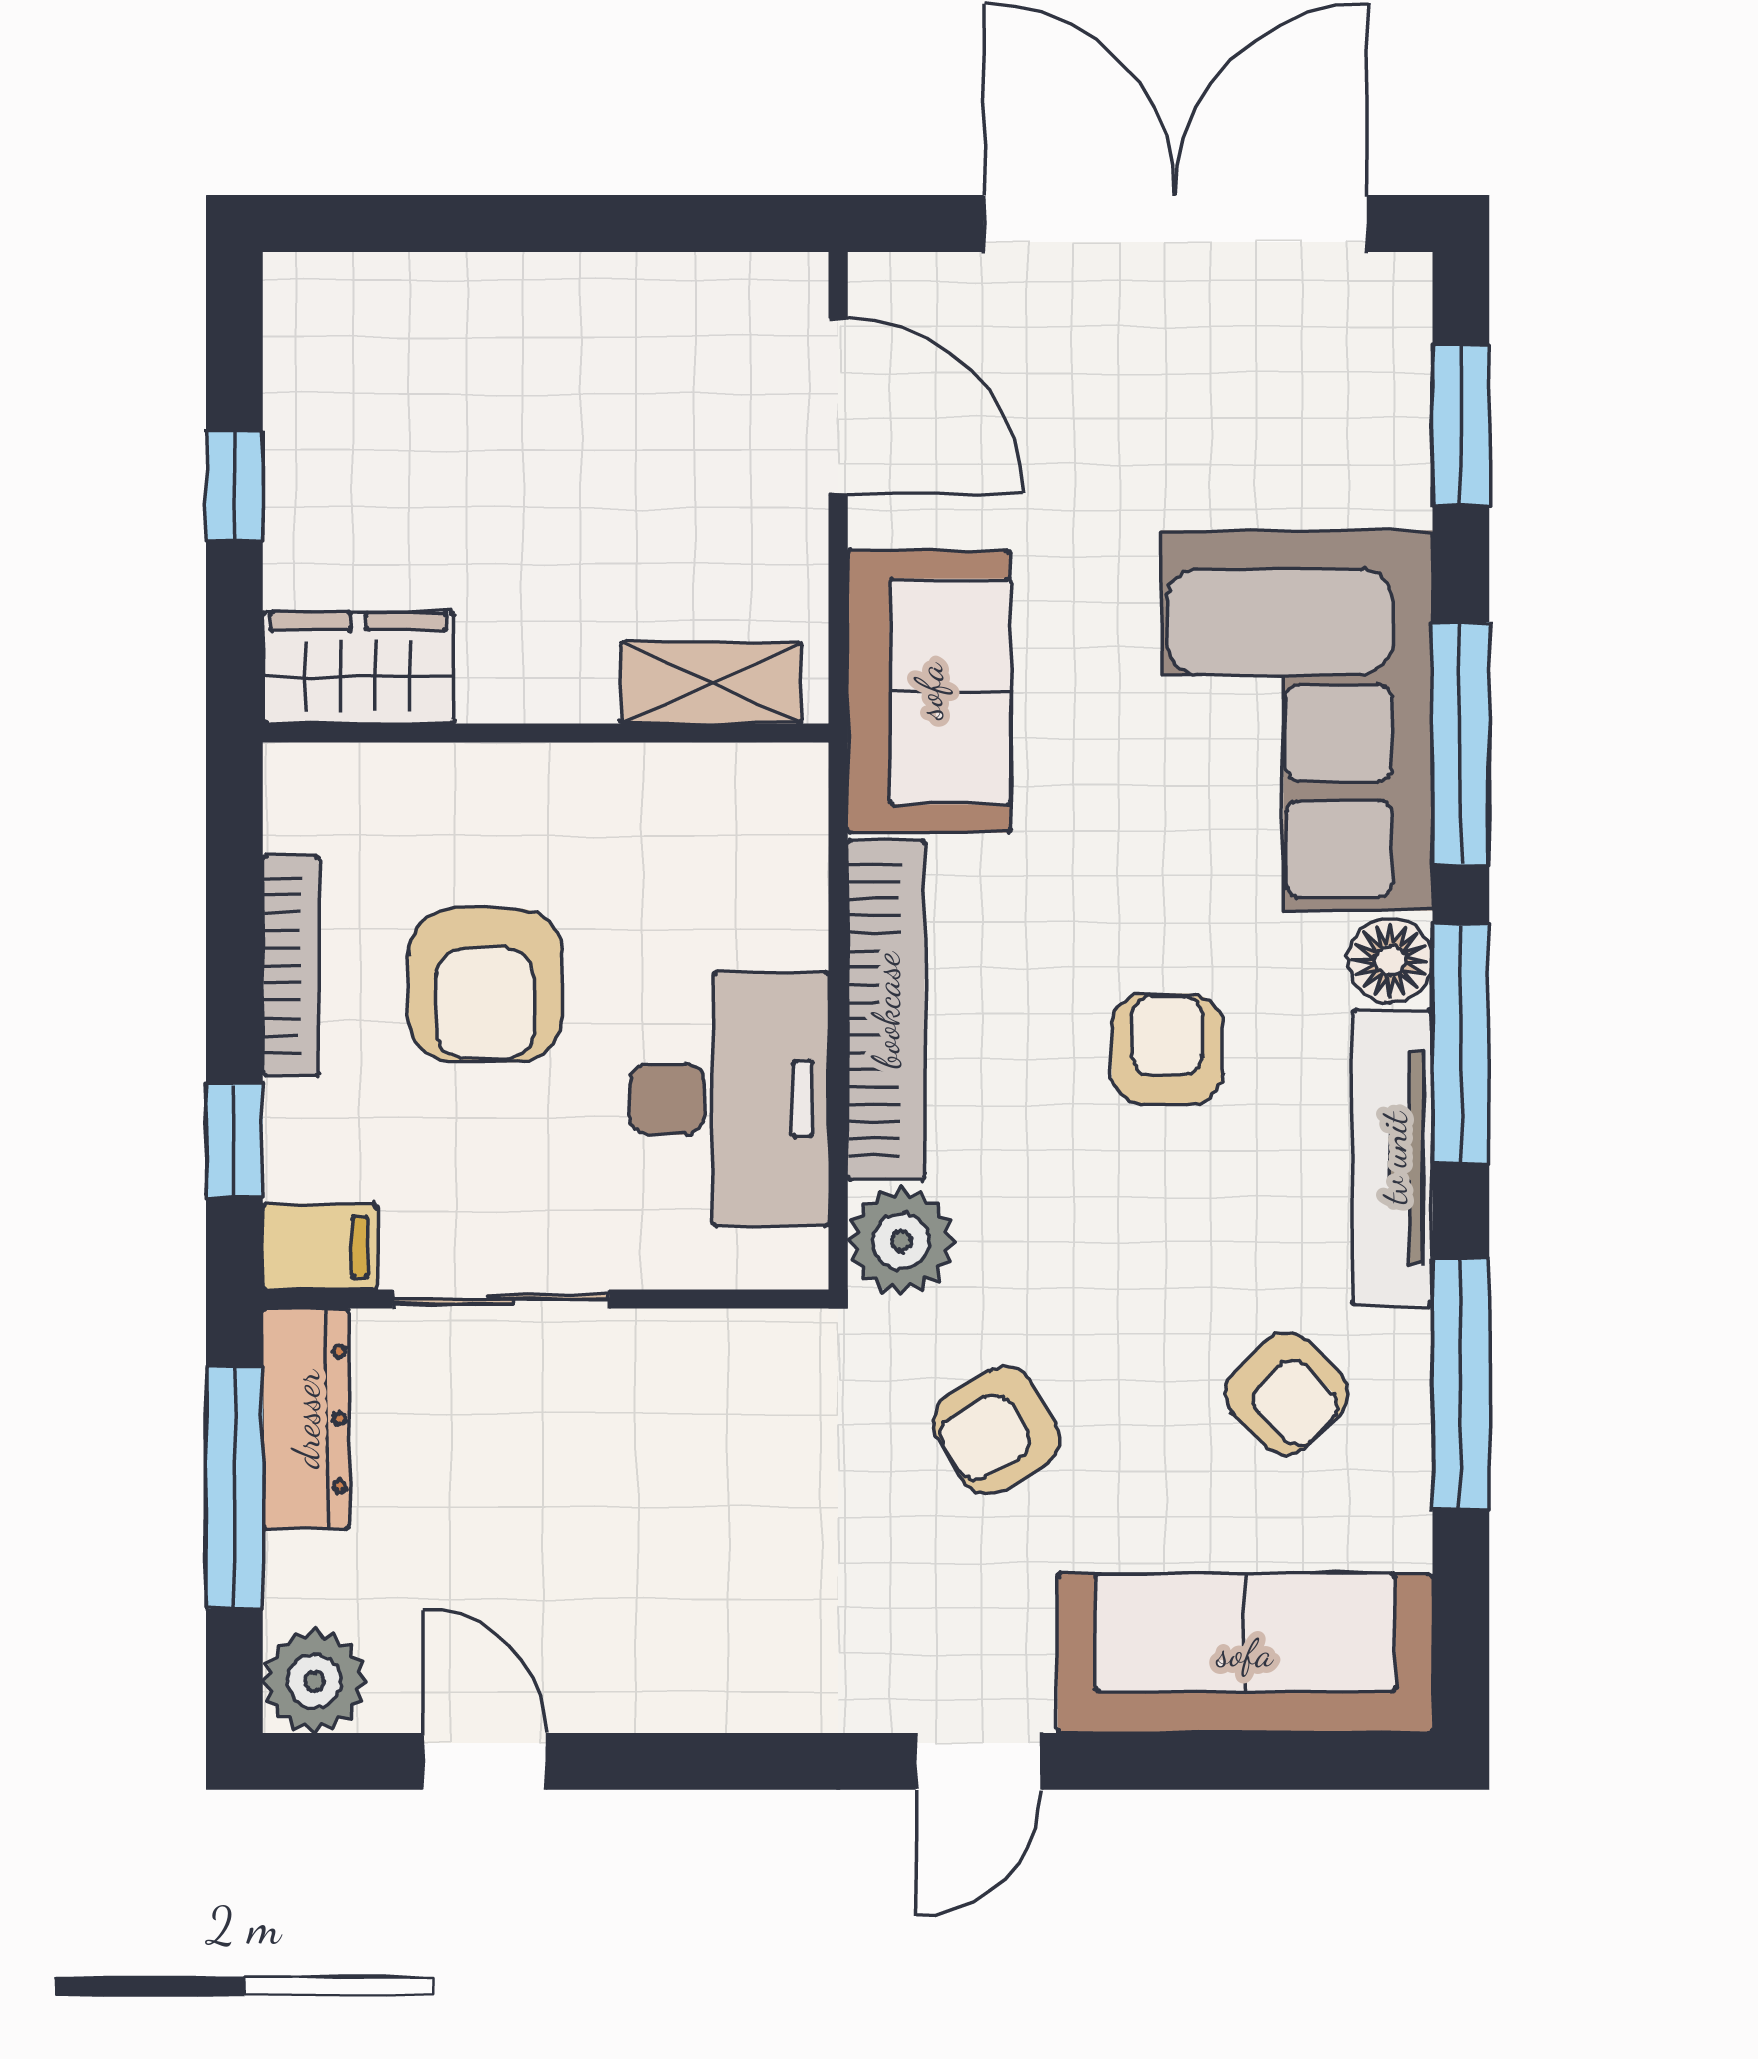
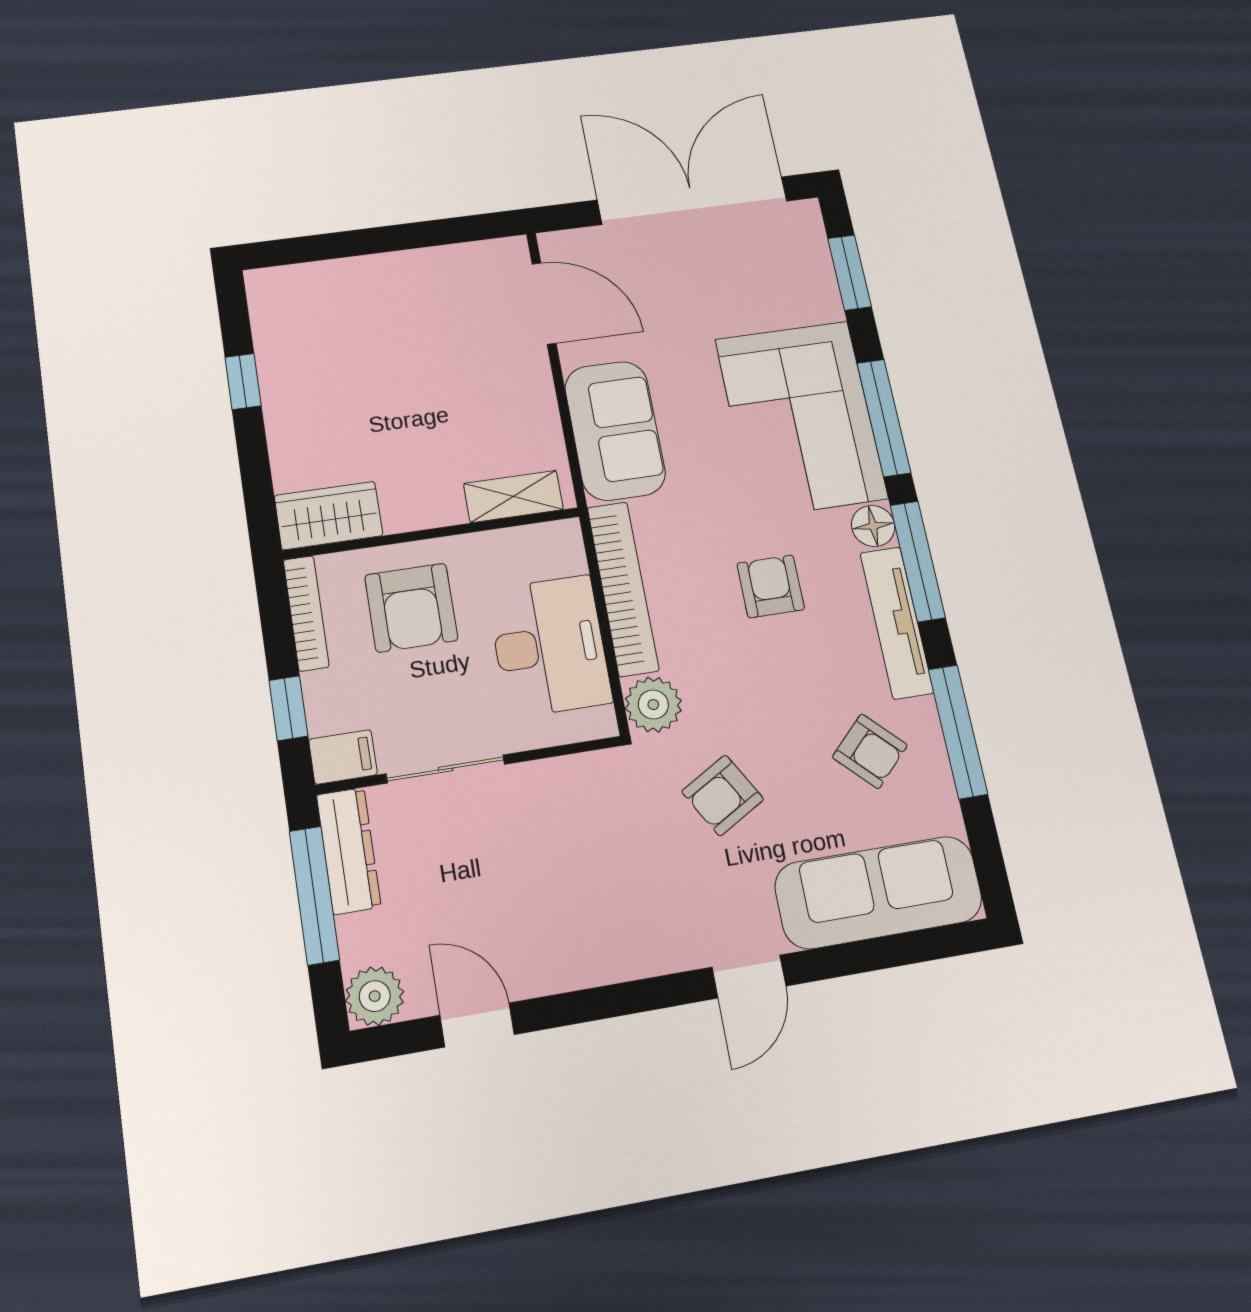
wardrobe: (358, 668) -> (329, 516), moved
shelving: (711, 683) -> (513, 496), moved
wall: (546, 733) -> (432, 533), moved

